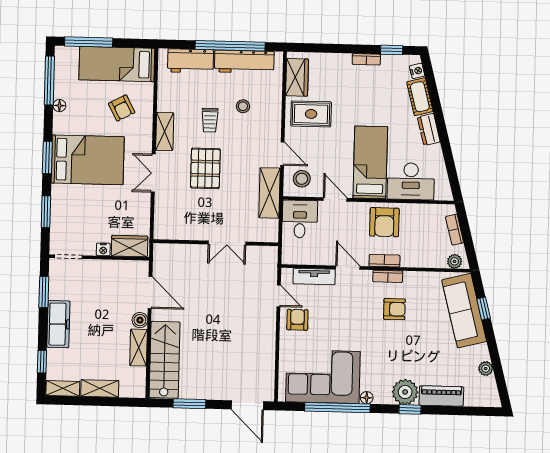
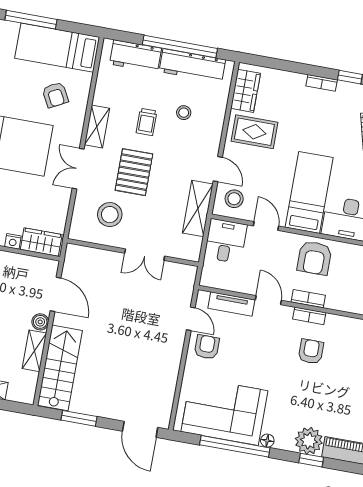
stool: (189, 211) -> (110, 215), added
armchair: (394, 309) -> (311, 351), turned -90

